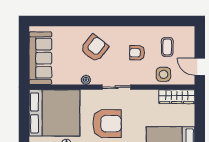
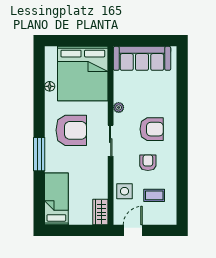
armchair: (94, 48) -> (152, 129), moved, turned -38
wardrobe: (177, 97) -> (100, 212), width x0.67
armchair: (107, 124) -> (71, 130), turned -90

